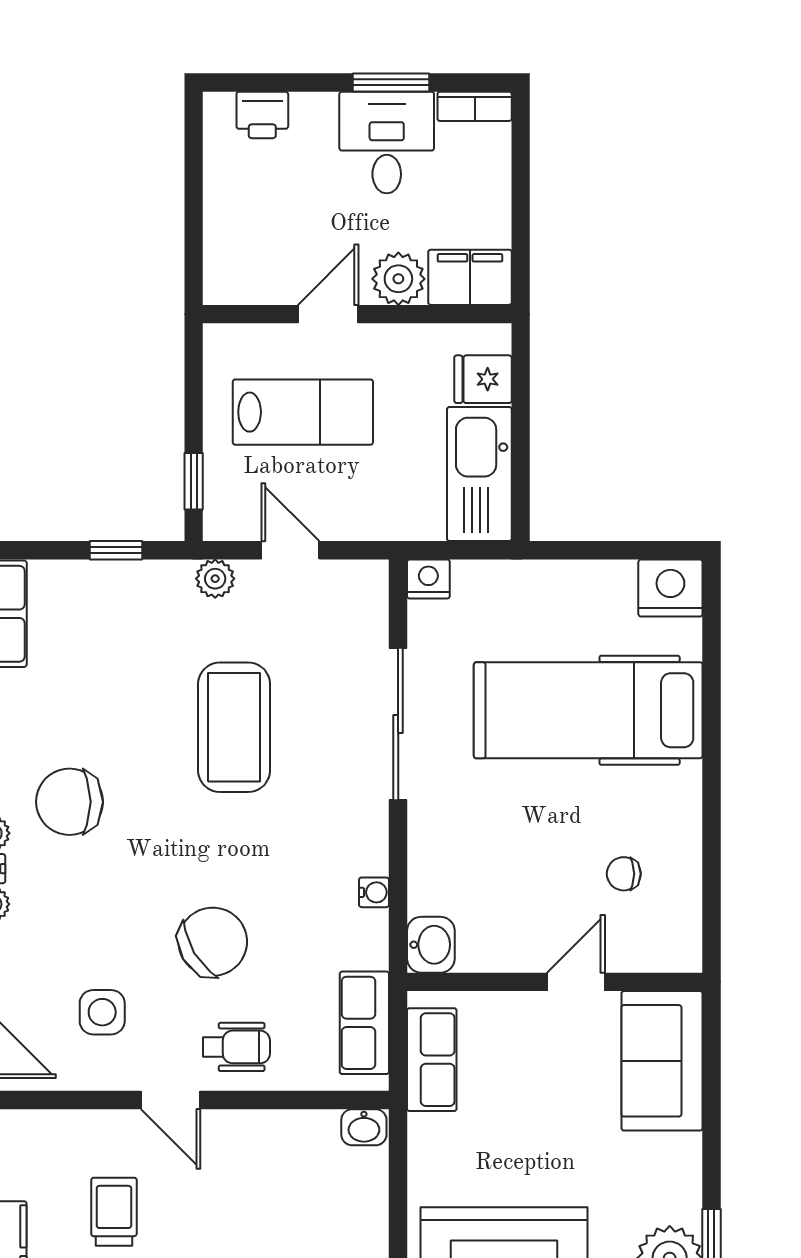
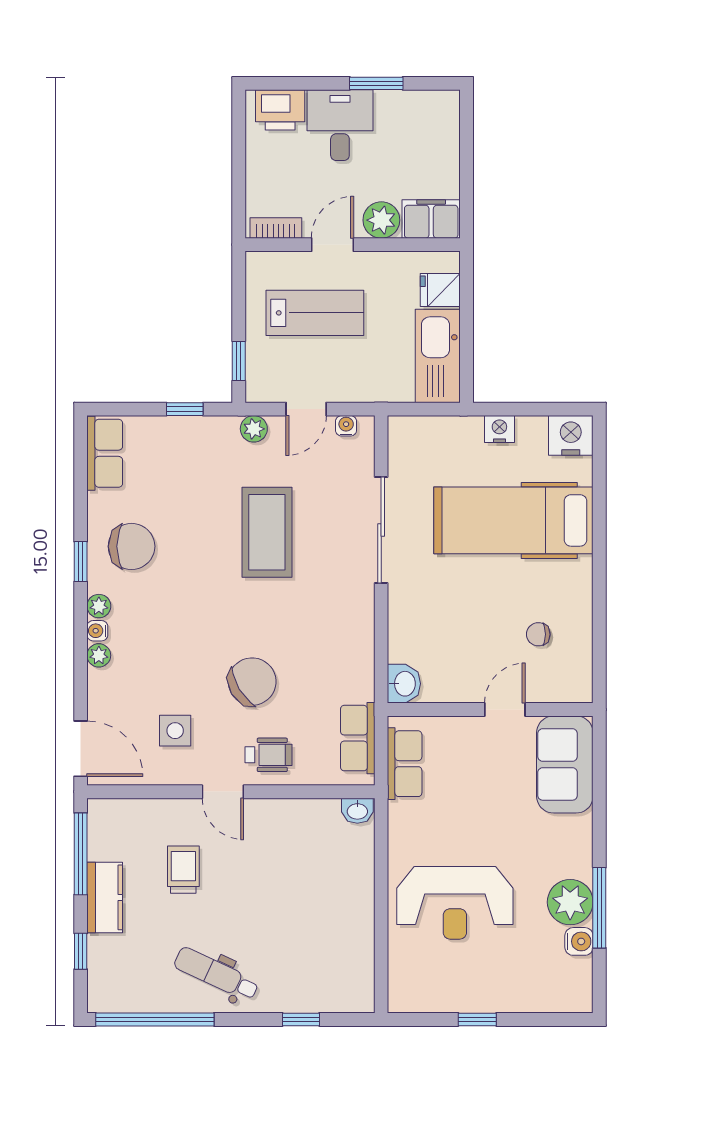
bookcase: (475, 106) -> (276, 228), moved, turned 180
printer: (262, 115) -> (280, 110), width x1.36, depth x1.24
desk: (387, 142) -> (340, 125), moved
door: (290, 550) -> (306, 409), swing flipped
nightstand: (428, 579) -> (499, 429), moved
chair: (69, 802) -> (132, 546), moved, turned 180
water cooler: (374, 892) -> (346, 426), moved, turned -90

